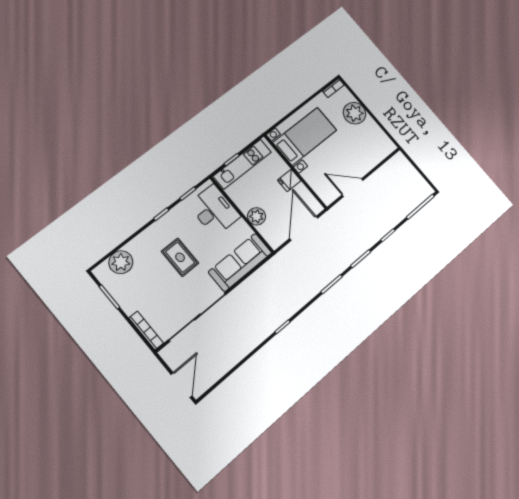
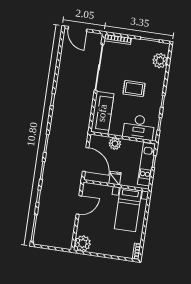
plant: (354, 113) -> (83, 243), moved

